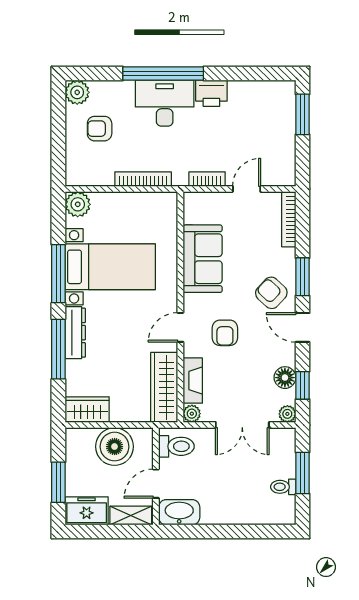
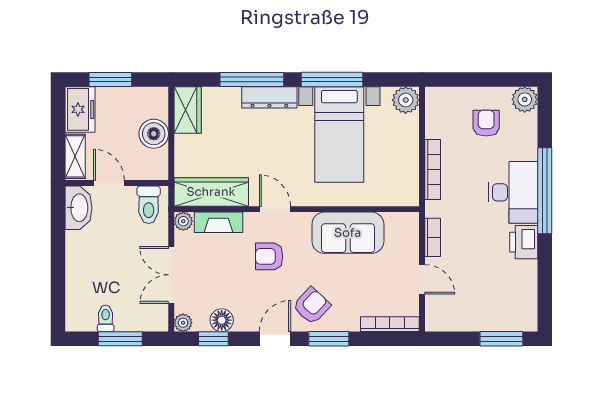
boiler: (115, 447) -> (154, 134), width x0.73, depth x0.73

